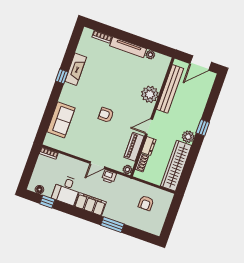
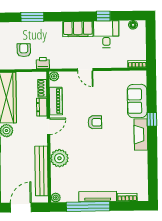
window: (140, 41) -> (88, 207), added
plant: (150, 55) -> (56, 198), moved
fireplace: (76, 69) -> (141, 135), moved
window: (62, 76) -> (152, 119), moved
door: (97, 165) -> (85, 70), swing flipped
printer: (109, 177) -> (43, 63), moved
window: (47, 202) -> (103, 16), moved
window: (112, 225) -> (32, 17), moved

